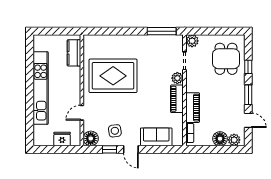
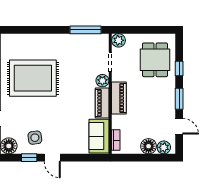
piano: (193, 108) -> (119, 98), moved
sofa: (156, 137) -> (99, 136), moved, turned -90

